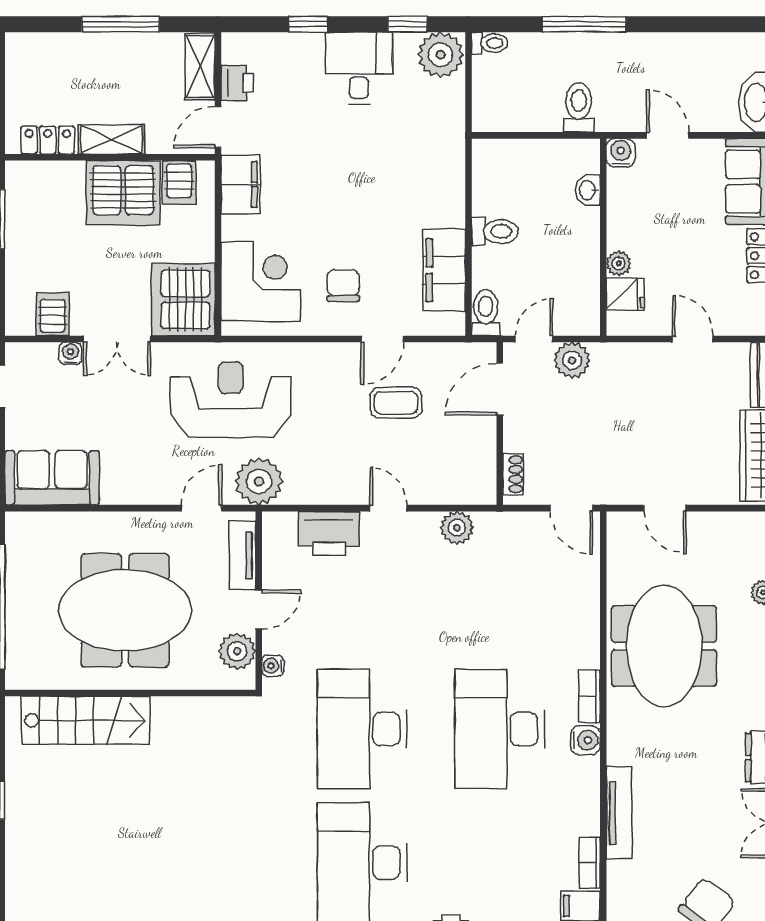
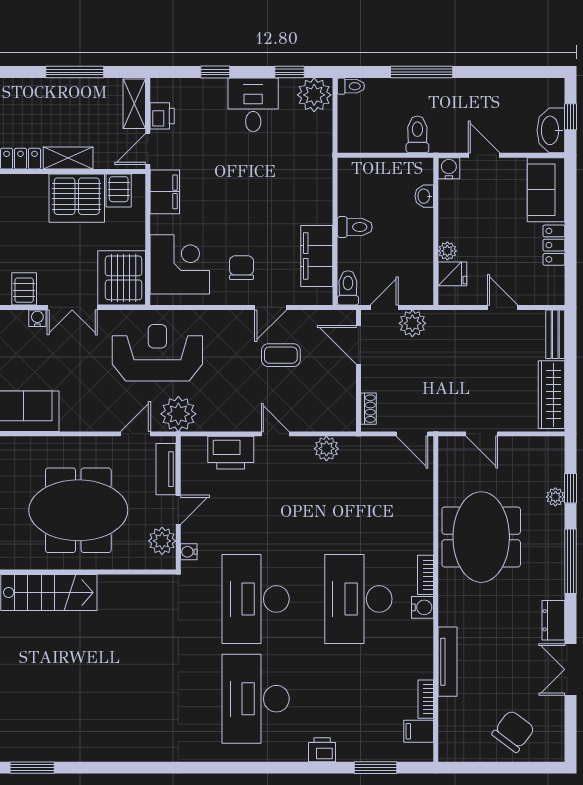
door: (500, 389) -> (359, 345), hinge flipped

